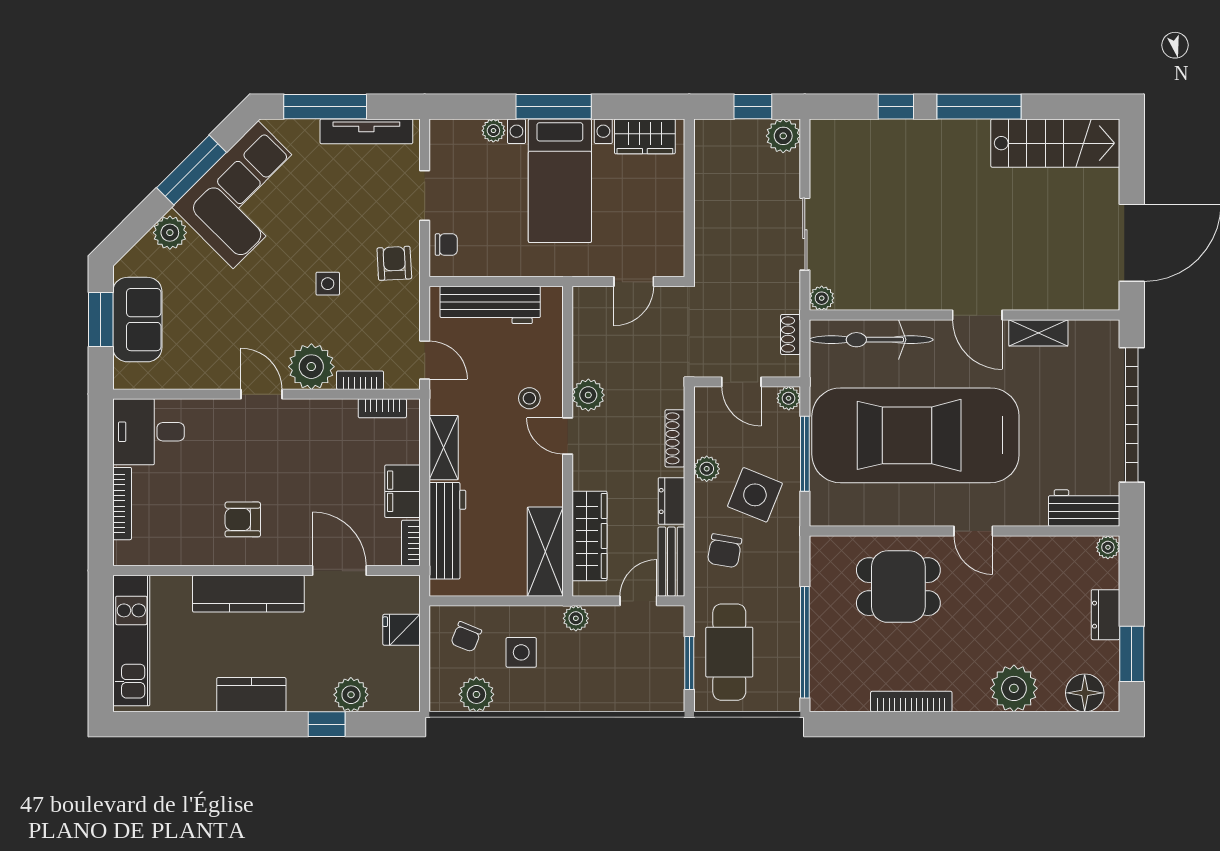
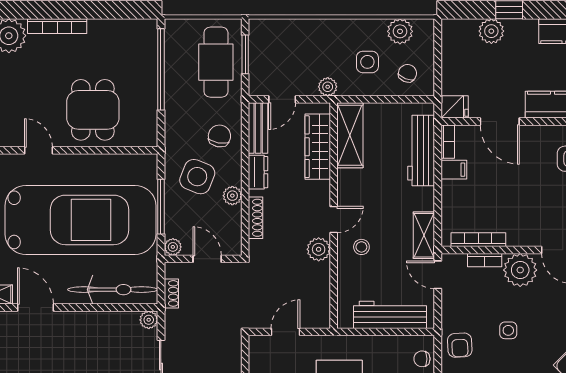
bookcase: (382, 408) -> (478, 240), width x1.56
door: (568, 436) -> (334, 219), hinge flipped
shelving: (444, 448) -> (424, 235), moved
filing cabinet: (402, 491) -> (454, 170), width x0.50
dining table: (898, 587) -> (93, 110), turned 90
fridge: (402, 630) -> (455, 107), moved
bookcase: (911, 702) -> (57, 26), moved

